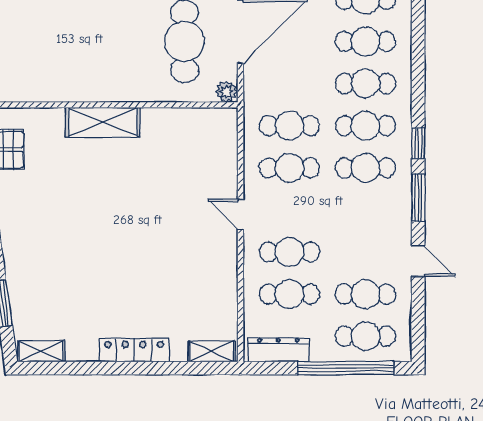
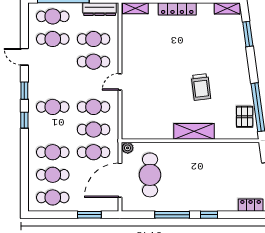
cafe table: (365, 126) -> (94, 152), moved
window: (418, 198) -> (24, 91), width x0.67
trolley: (90, 205) -> (201, 87), added
door: (241, 214) -> (120, 82), swing flipped

